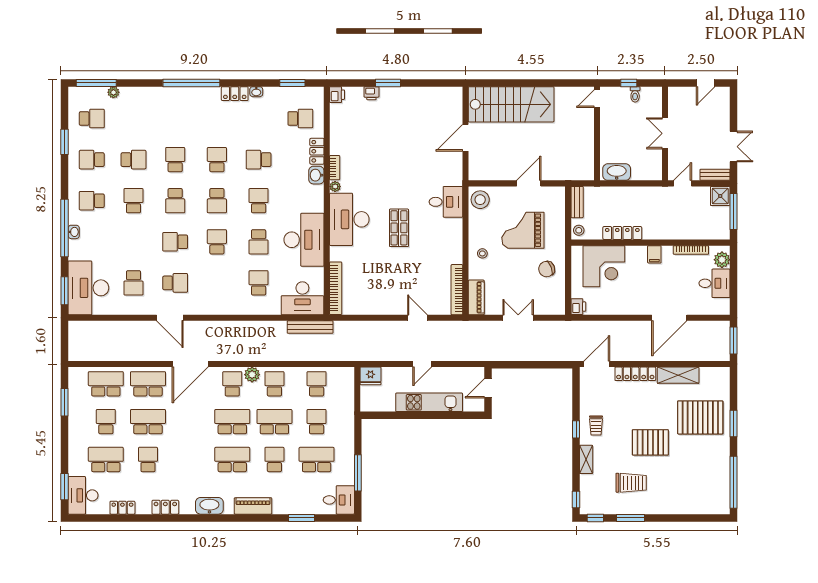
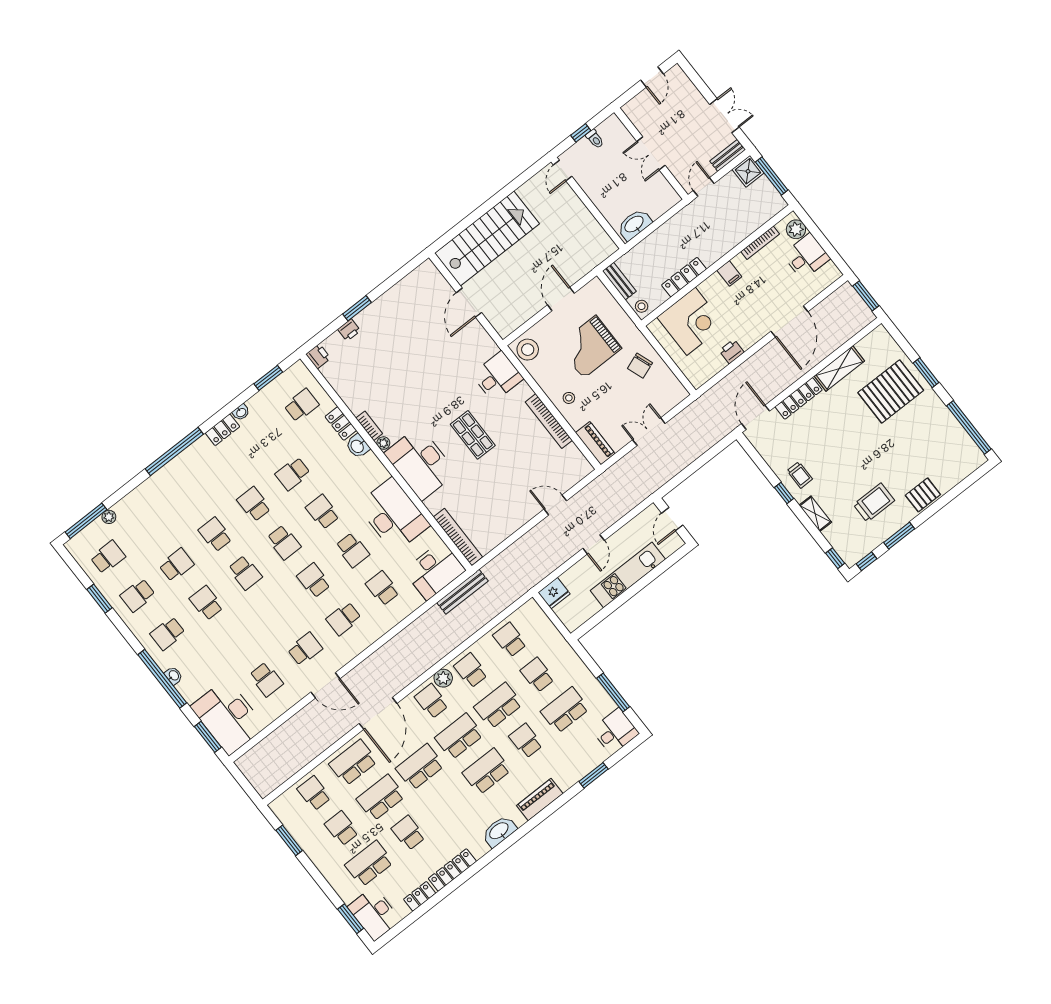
school desk: (175, 242) -> (344, 619), moved
bookcase: (457, 290) -> (549, 421), moved
printer: (578, 307) -> (732, 351), moved, turned -90
school desk: (106, 384) -> (314, 793), width x0.54
school desk: (190, 422) -> (420, 767), added
pallet: (650, 442) -> (923, 495), moved, width x0.67, depth x0.71
locker: (165, 507) -> (452, 870), width x1.53

